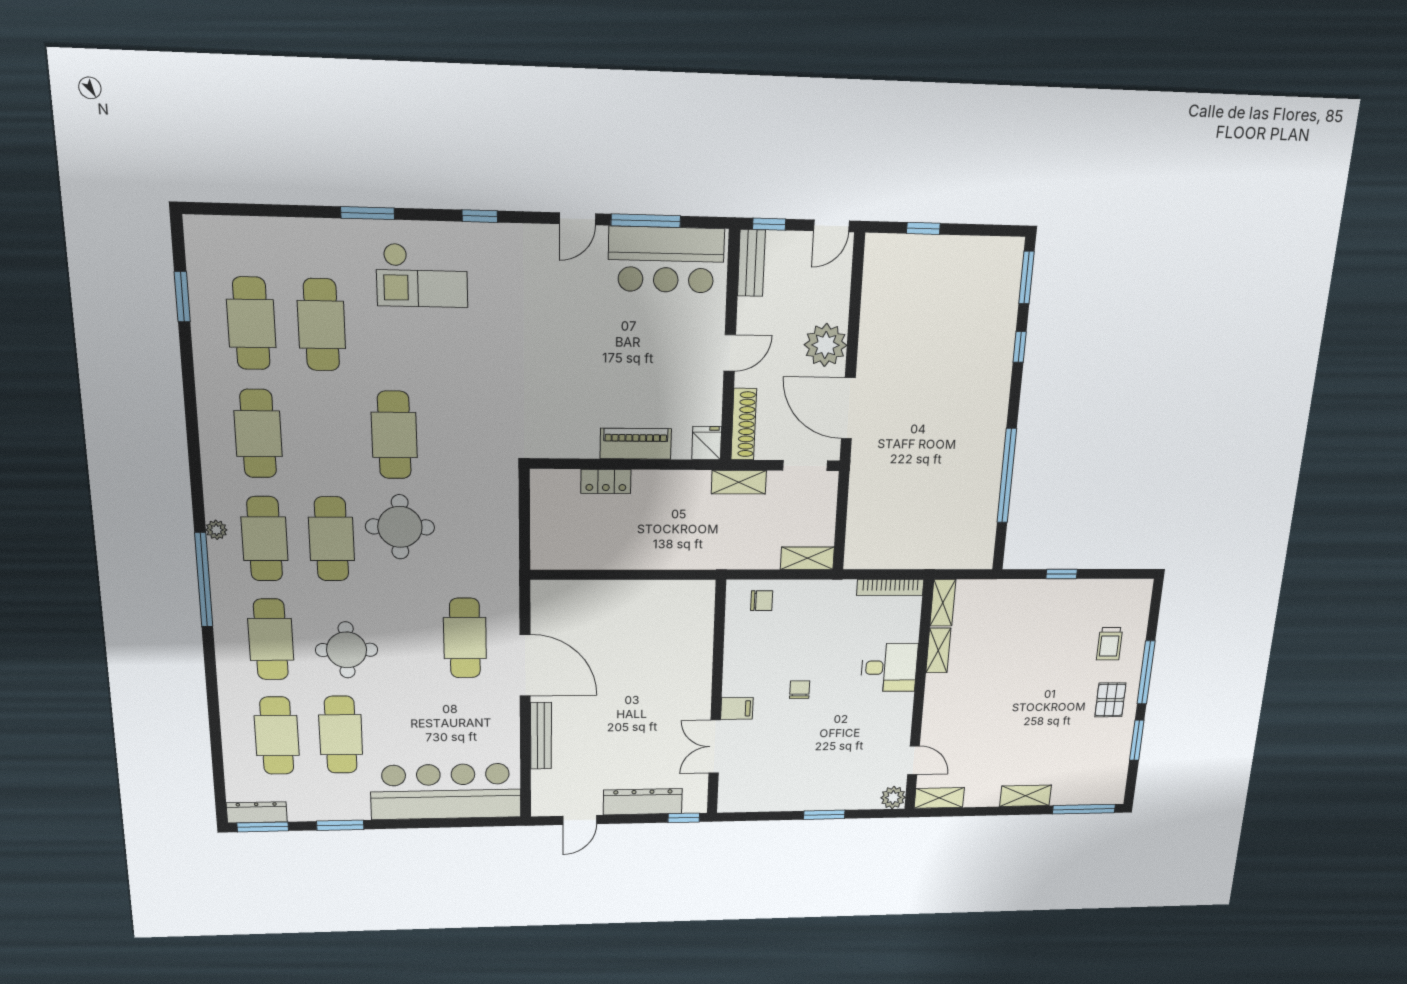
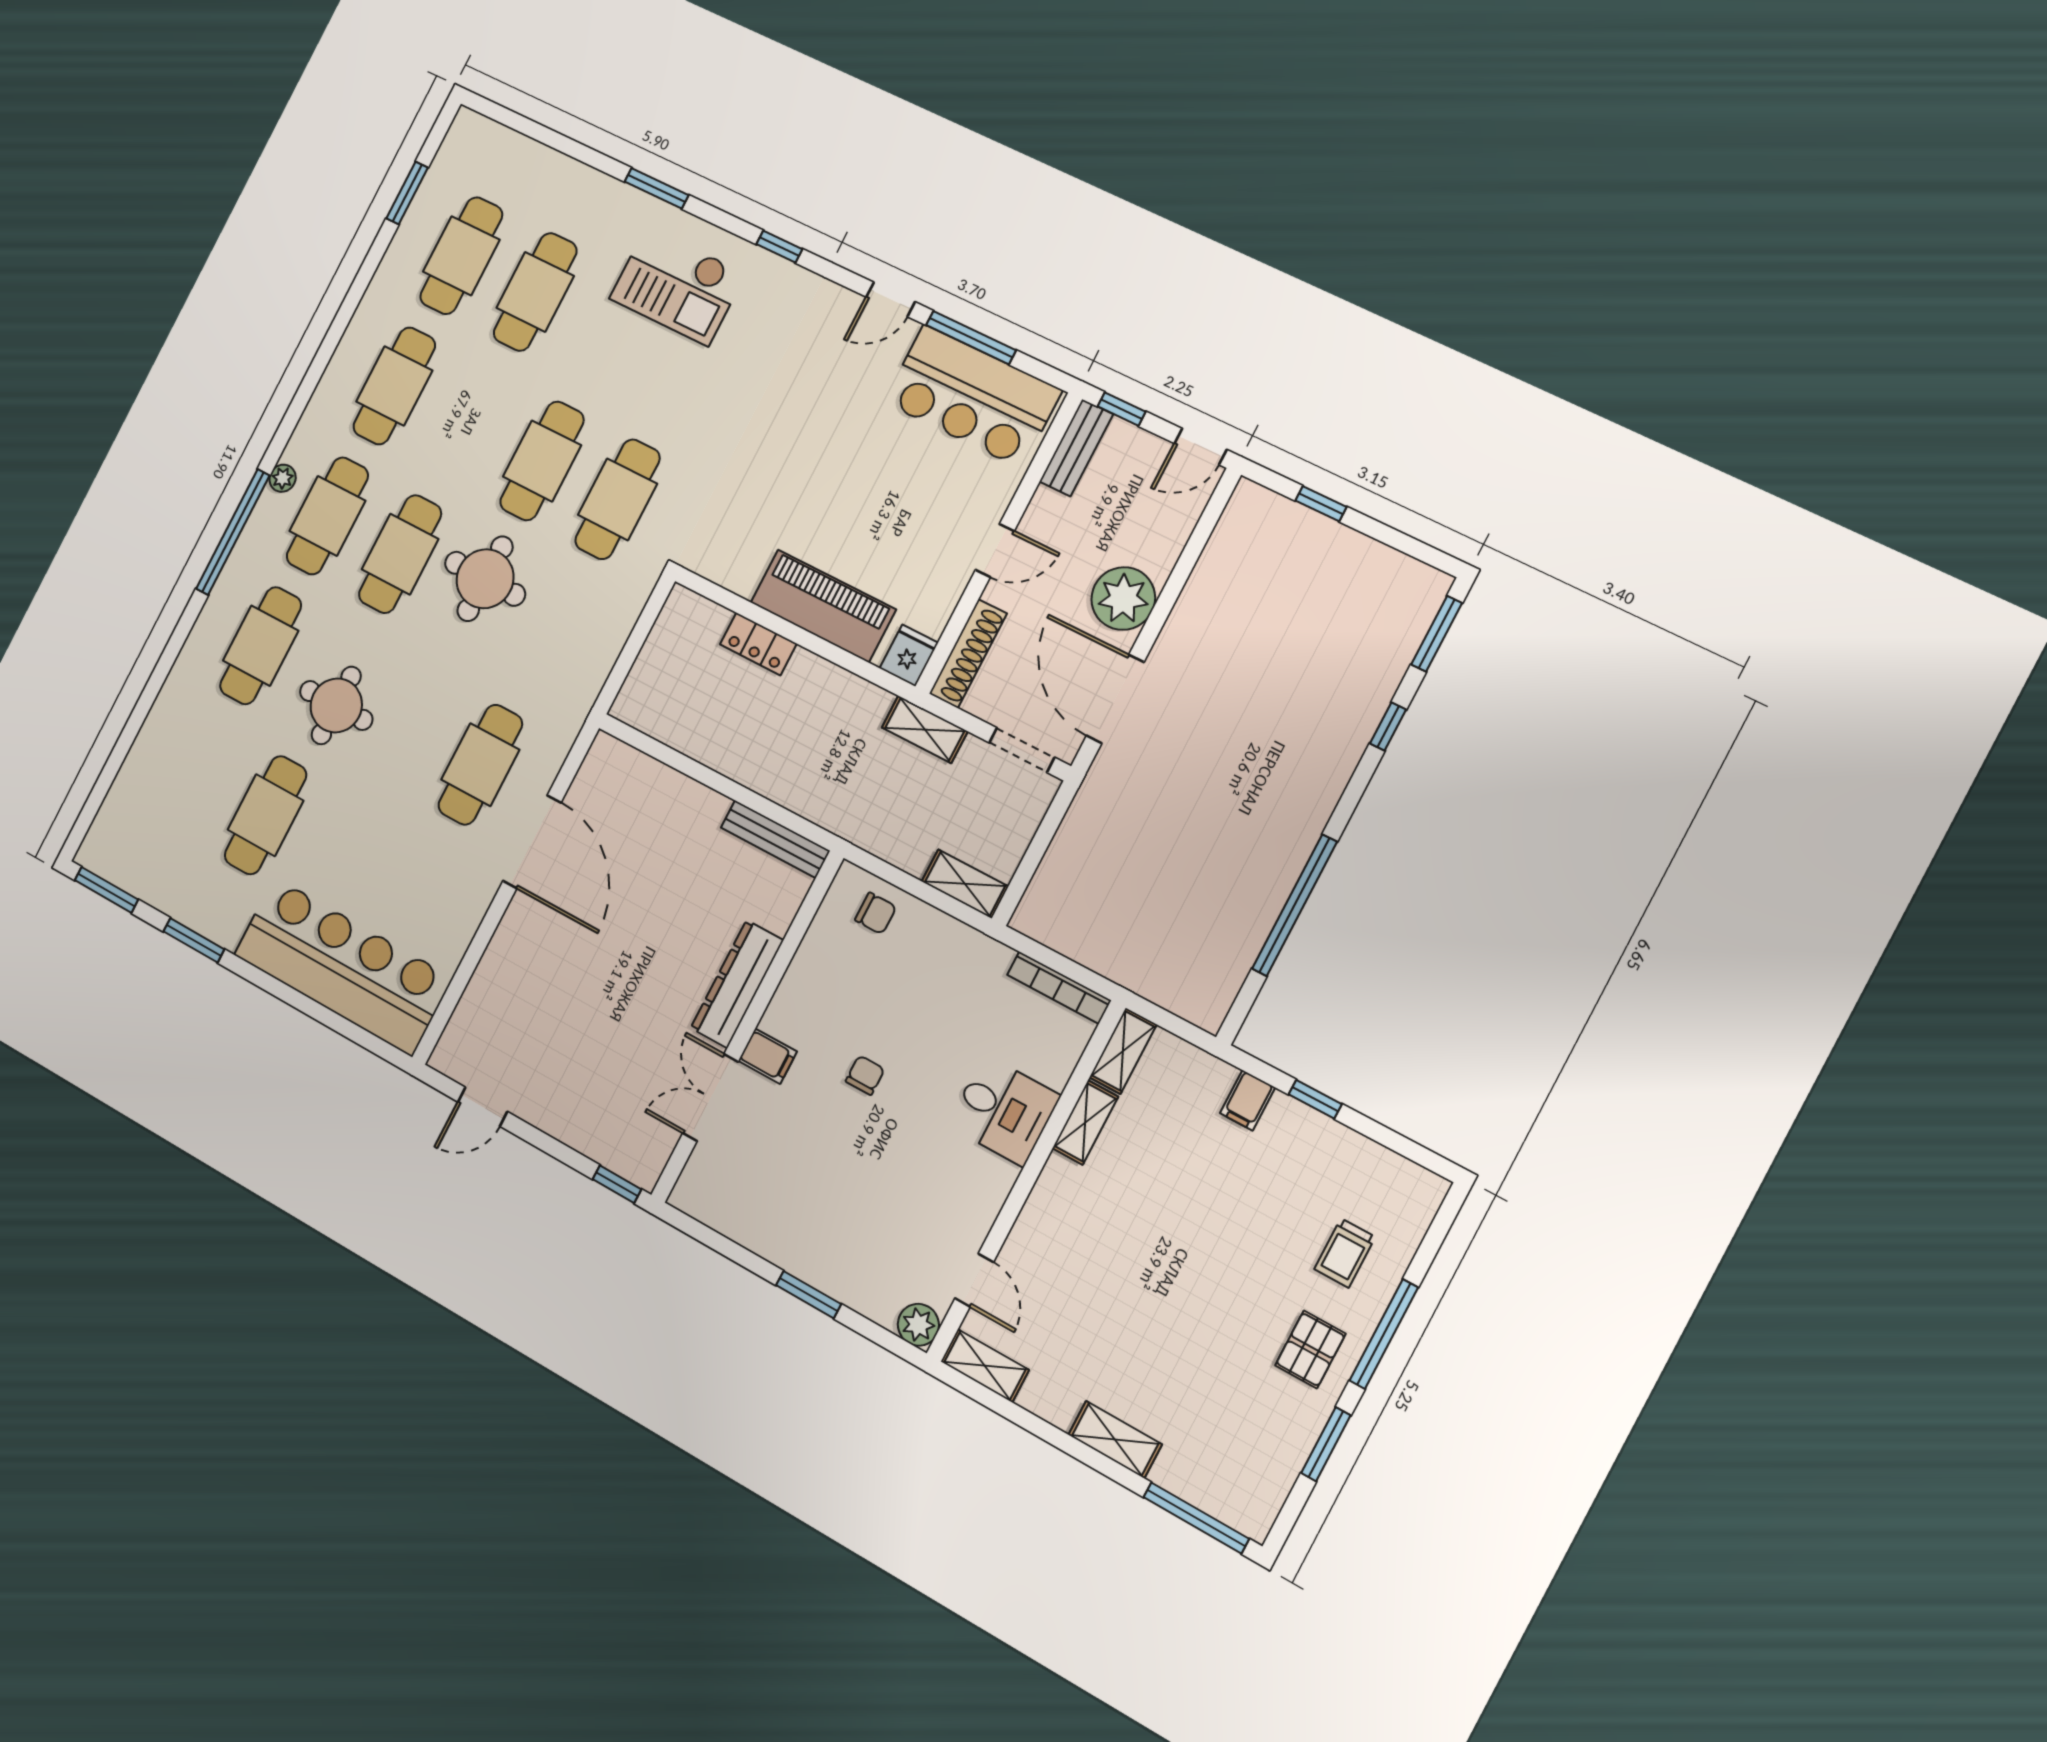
piano: (636, 444) -> (823, 606), width x1.37, depth x1.33
filing cabinet: (1024, 593) -> (1248, 1100), added
cafe table: (277, 736) -> (617, 499), moved
bench: (541, 736) -> (775, 839), moved, turned 90
dresser: (643, 802) -> (737, 984), moved, turned -90
dresser: (257, 812) -> (112, 866), removed

